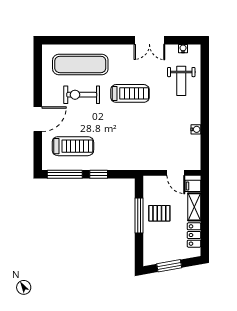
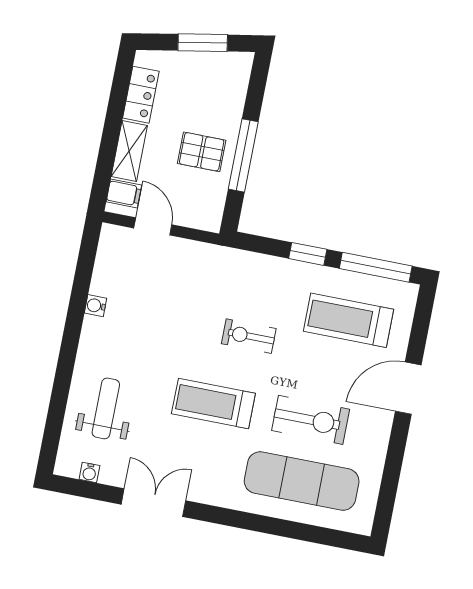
exercise bike: (119, 129) -> (249, 336), added

